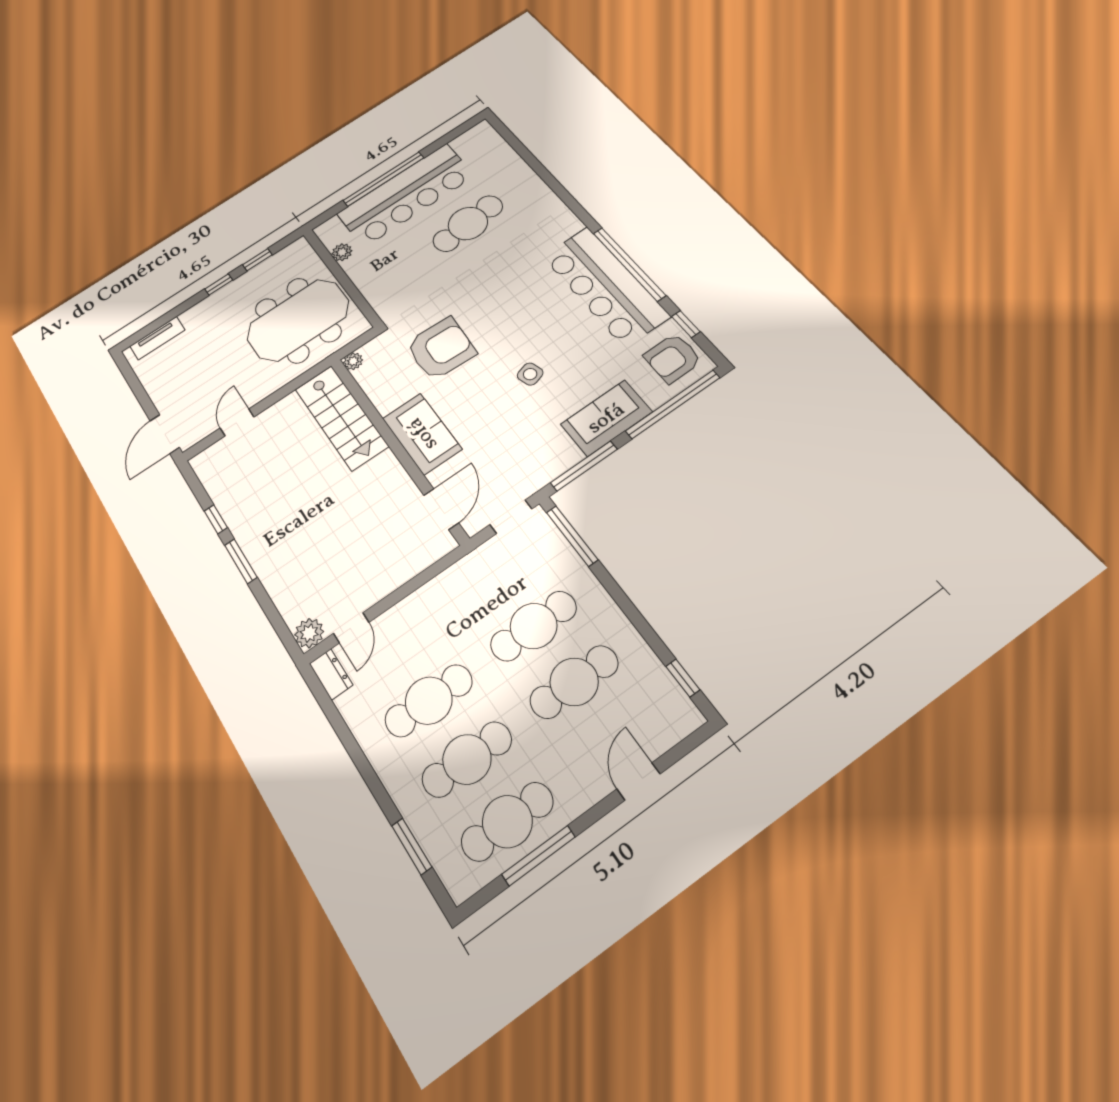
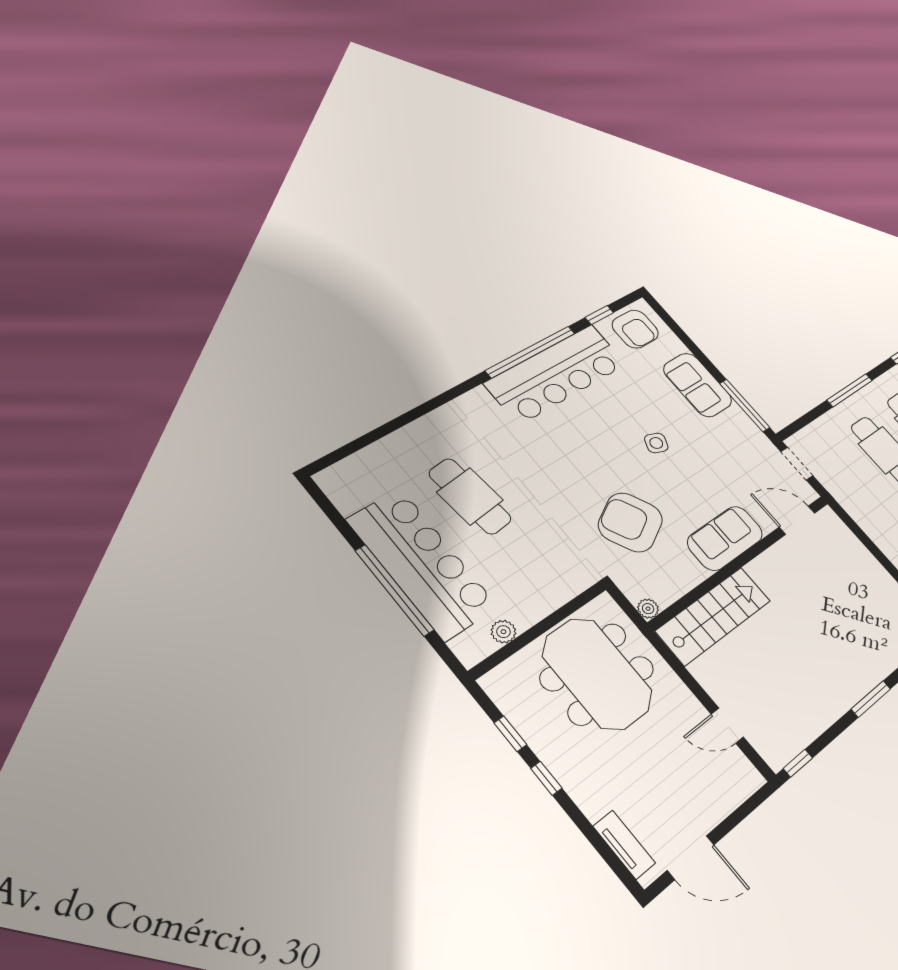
armchair: (441, 349) -> (630, 522), turned -31
side table: (530, 374) -> (656, 443), turned 38
window: (673, 404) -> (681, 334), removed
door: (165, 434) -> (691, 858), moved
window: (216, 519) -> (798, 763), moved
window: (572, 536) -> (850, 390), moved

